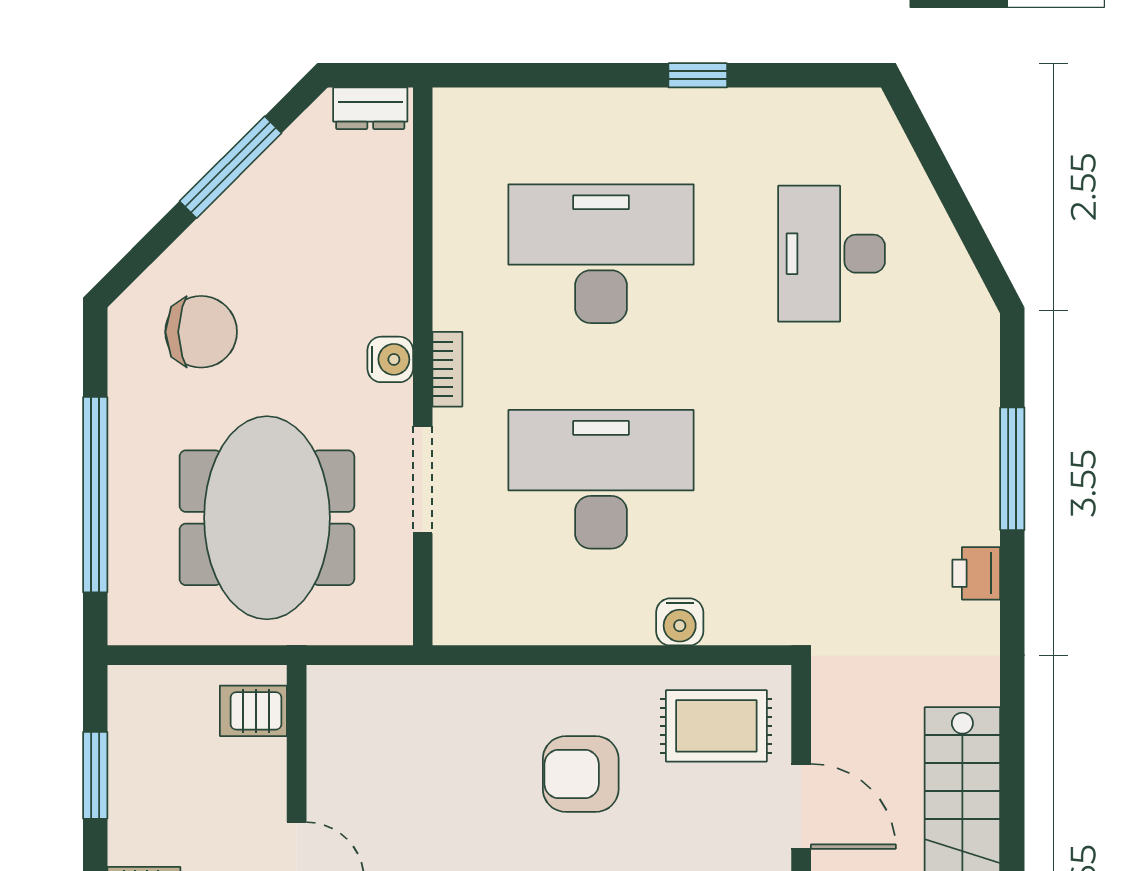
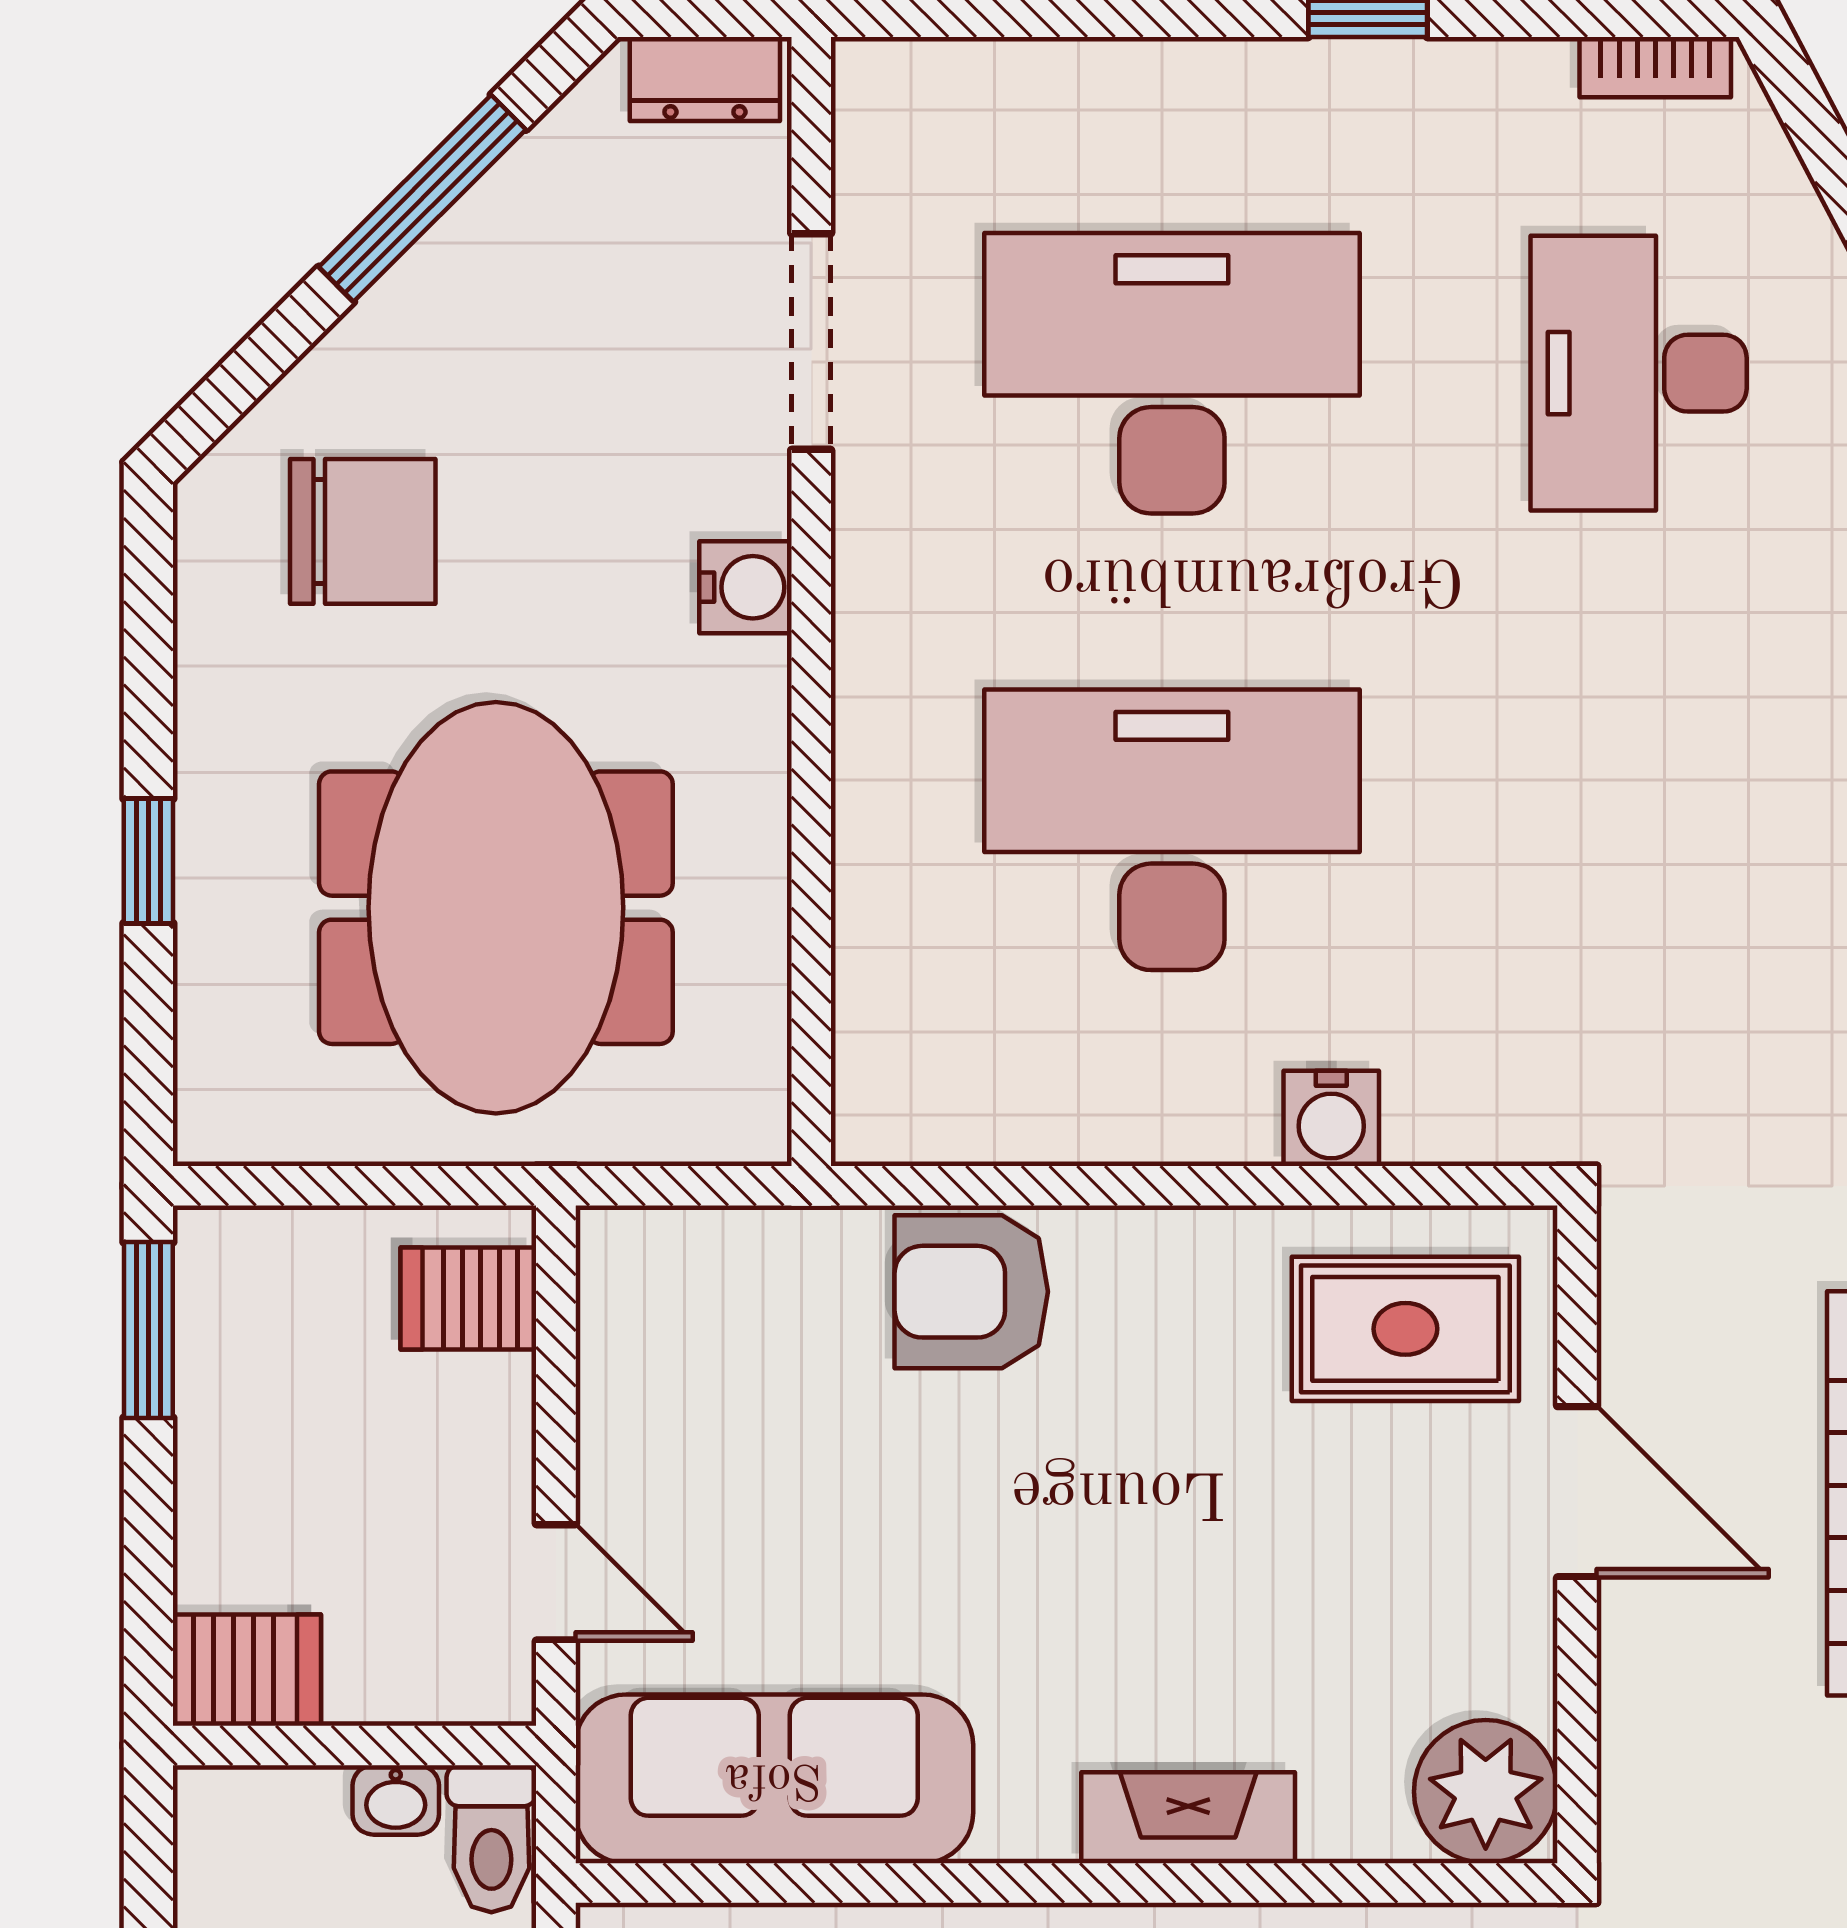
bookcase: (447, 369) -> (1655, 67), moved, turned 90
doorway: (423, 480) -> (811, 342), moved
window: (95, 495) -> (148, 861), width x0.32
armchair: (581, 774) -> (971, 1292), moved
window: (95, 775) -> (148, 1330), moved

